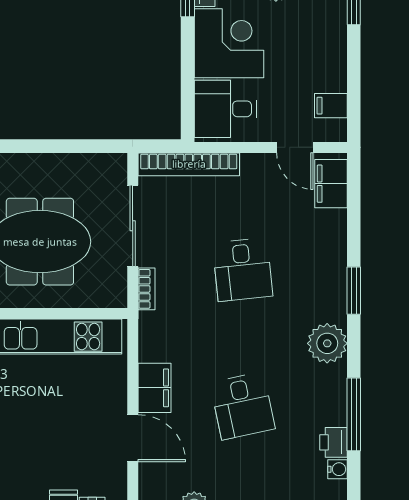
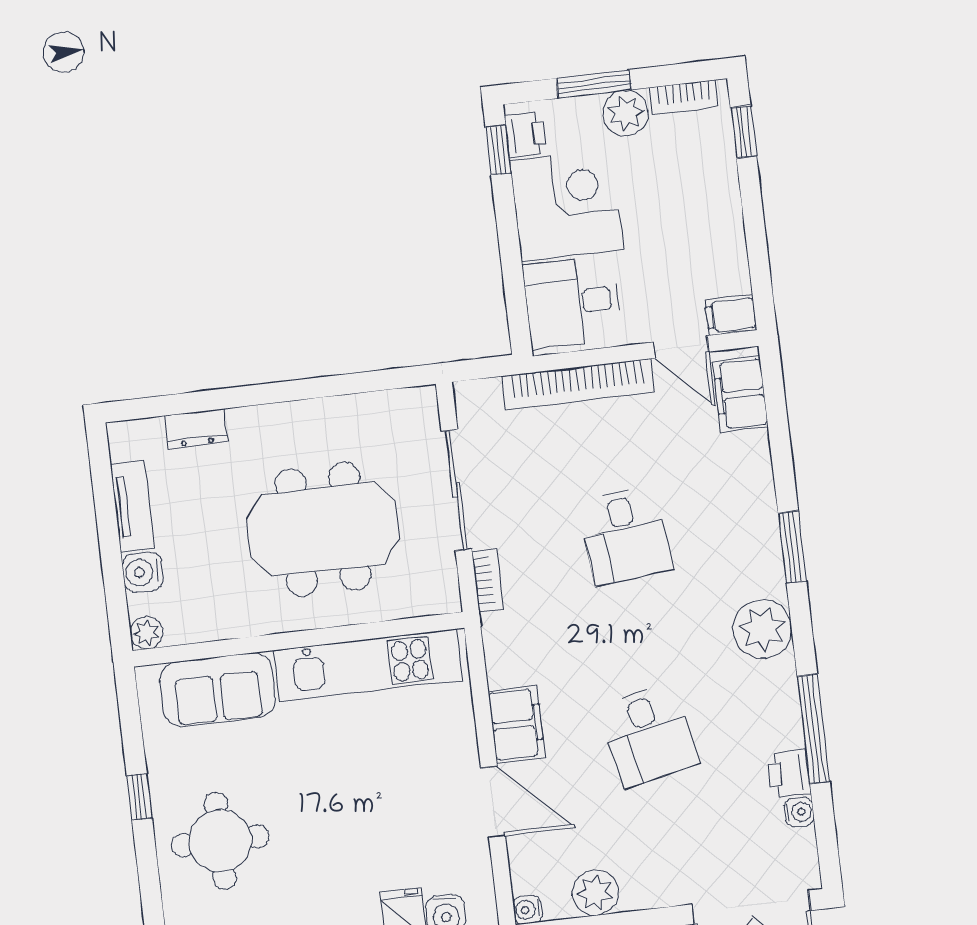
filing cabinet: (331, 106) -> (731, 315), moved
bookcase: (189, 164) -> (578, 384), moved

